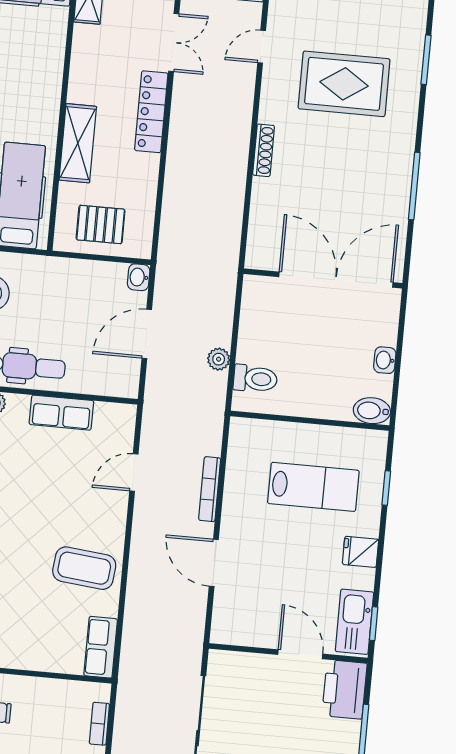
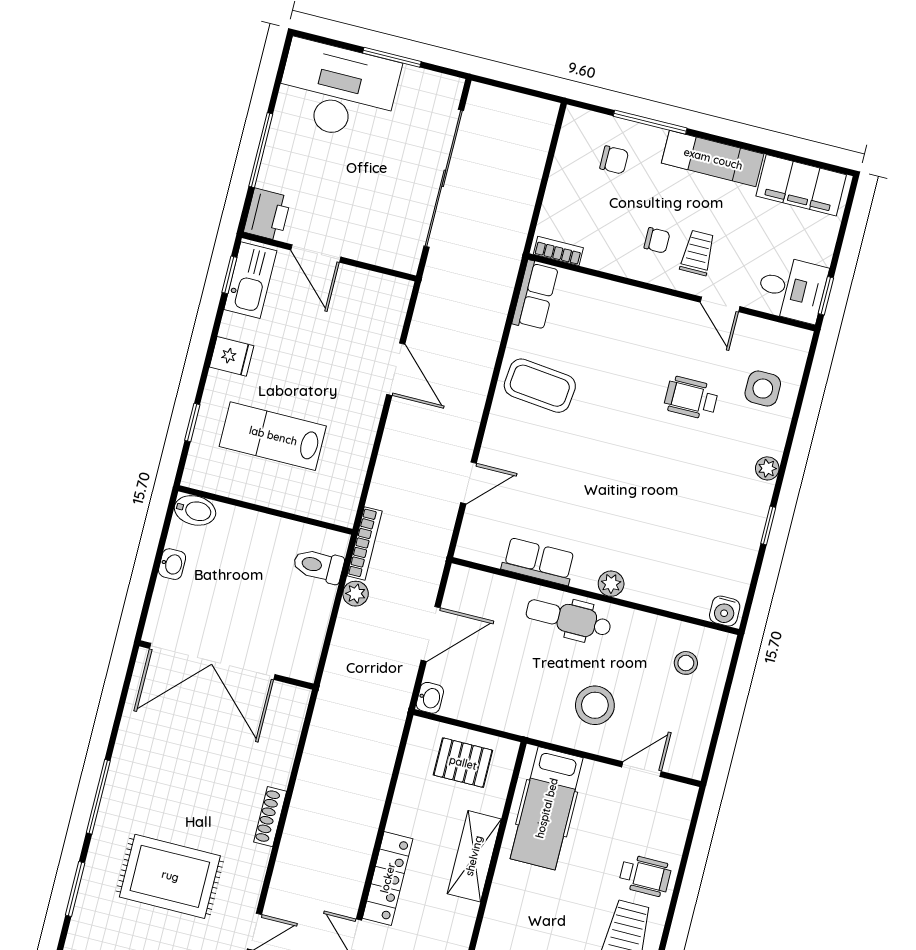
window: (414, 186) -> (98, 797), moved
bookcase: (210, 489) -> (365, 543), moved
printer: (344, 689) -> (267, 215), width x0.73, depth x0.84
bookcase: (99, 724) -> (558, 251), moved, turned -90

